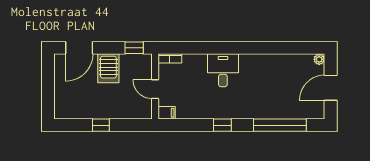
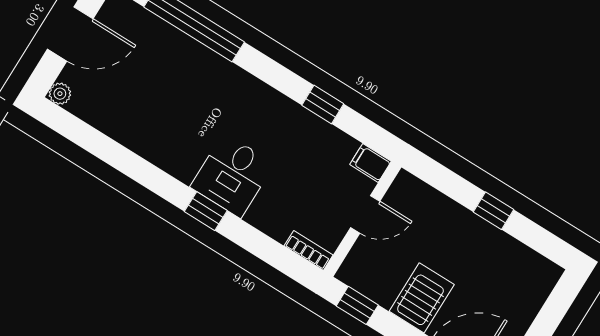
window: (225, 48) -> (206, 211), added
door: (155, 89) -> (365, 214), hinge flipped
window: (222, 125) -> (323, 105), moved

